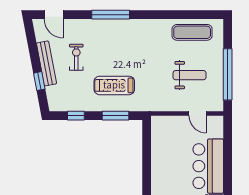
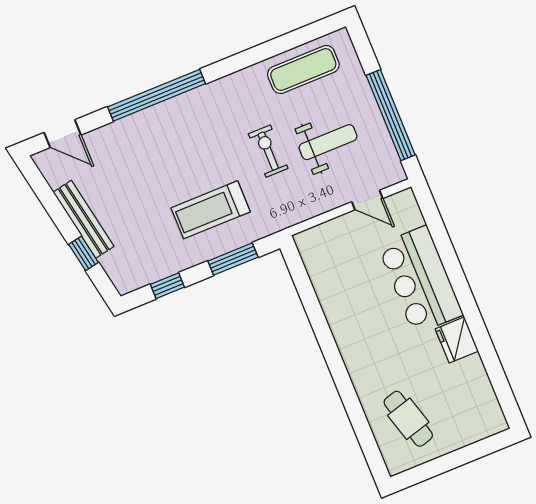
window: (111, 15) -> (157, 95), width x1.46
exercise bike: (76, 57) -> (268, 151), moved

